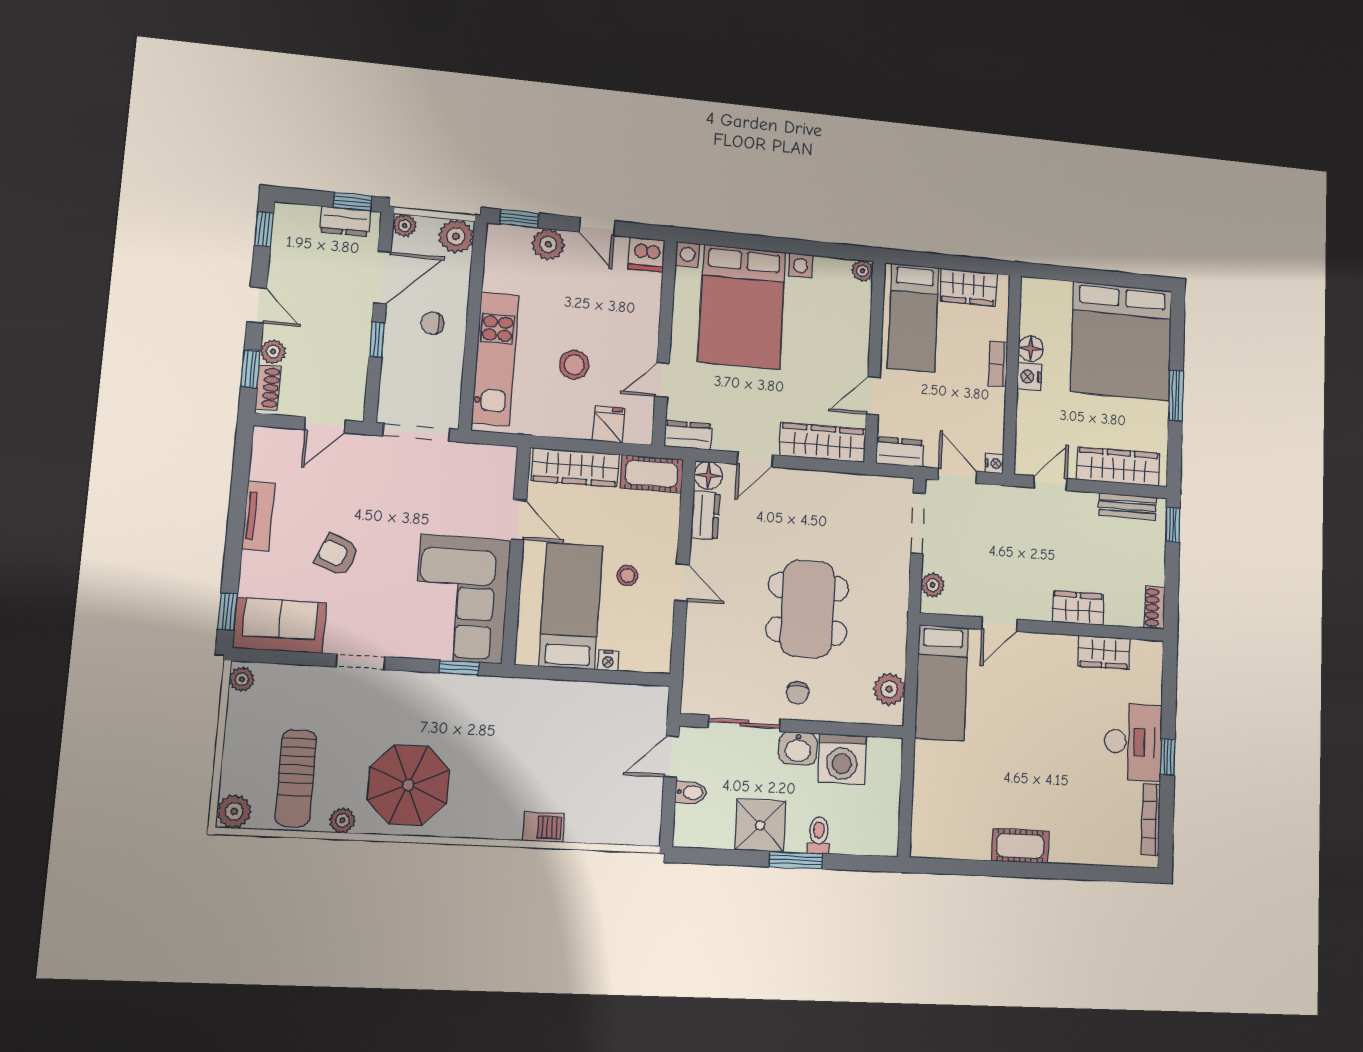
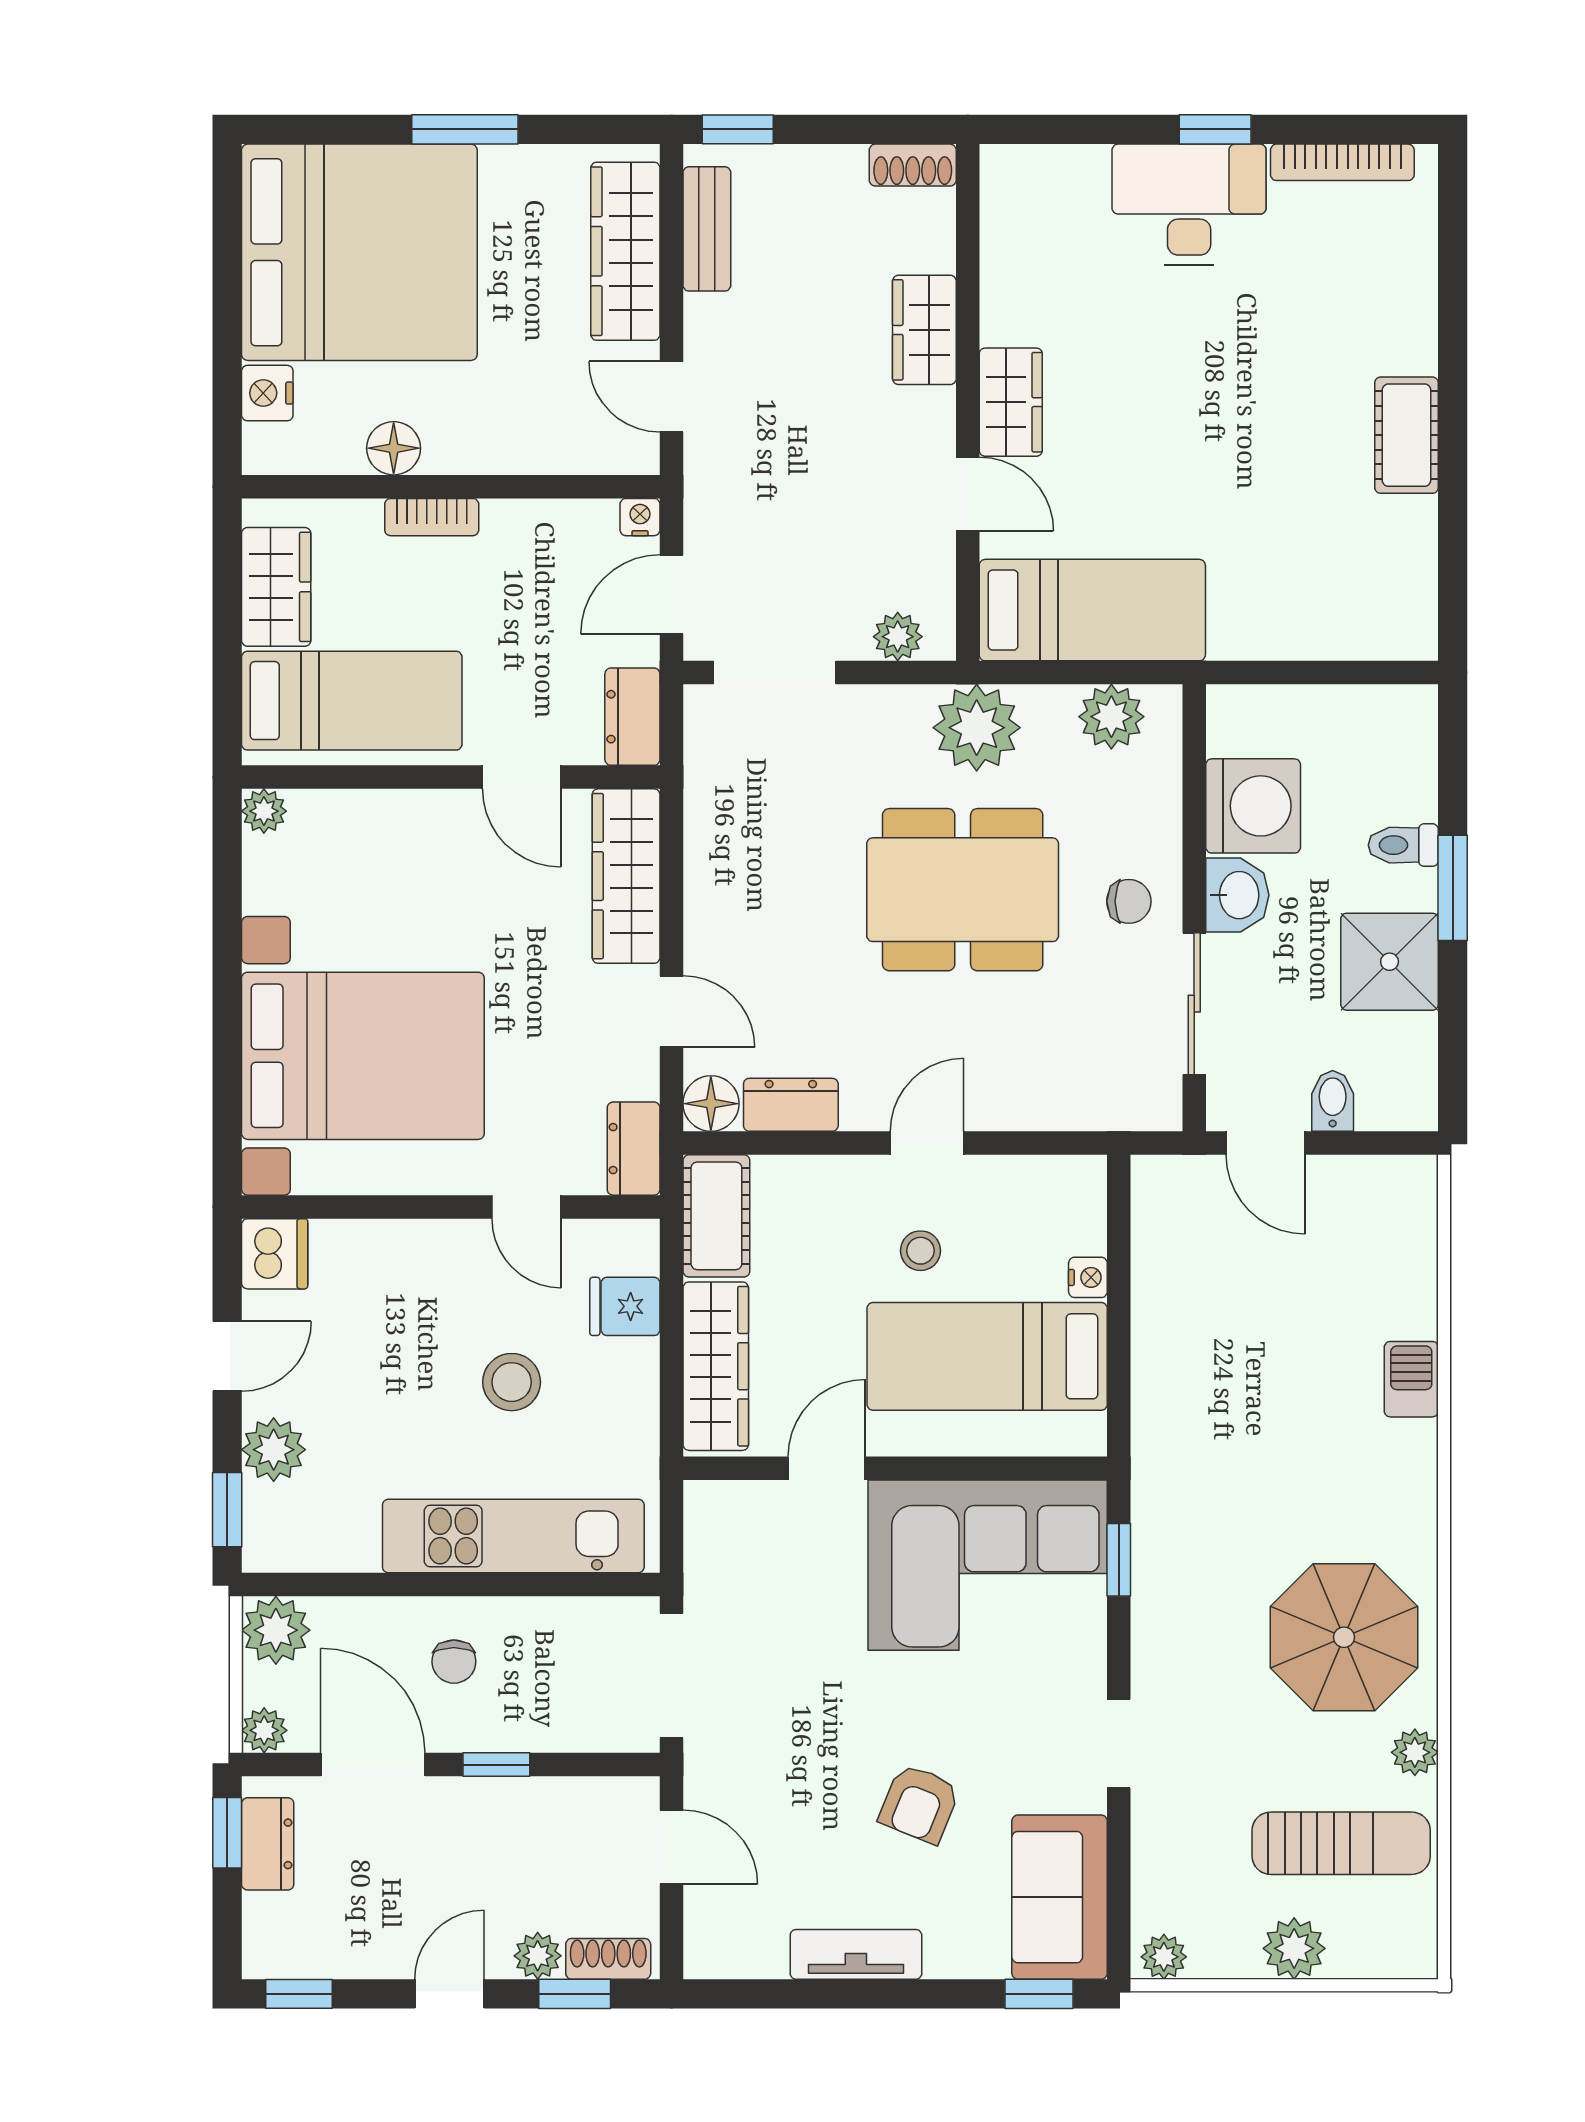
nightstand: (1029, 377) -> (267, 393), moved, turned 90
plant: (887, 621) -> (977, 728), added
wardrobe: (1104, 652) -> (1011, 402), moved
plant: (234, 811) -> (1294, 1948), moved

